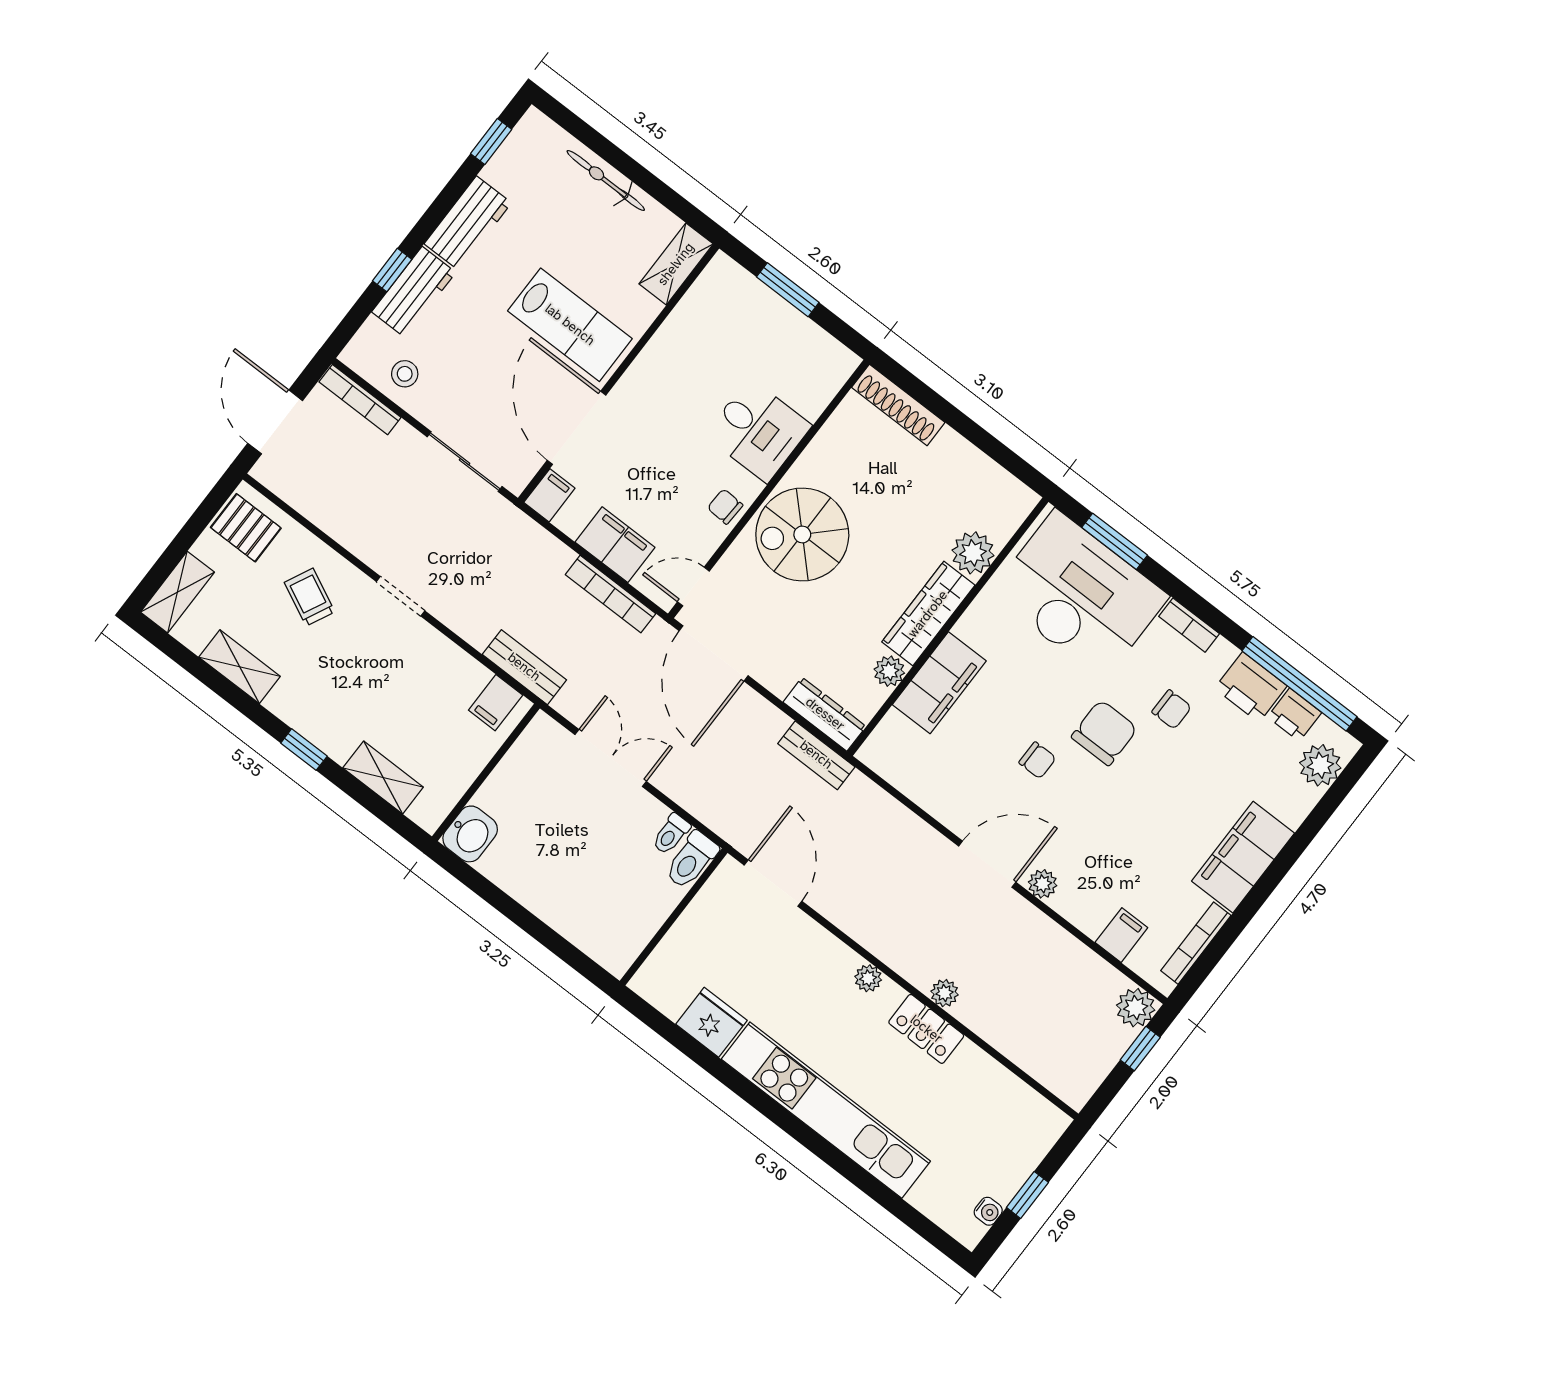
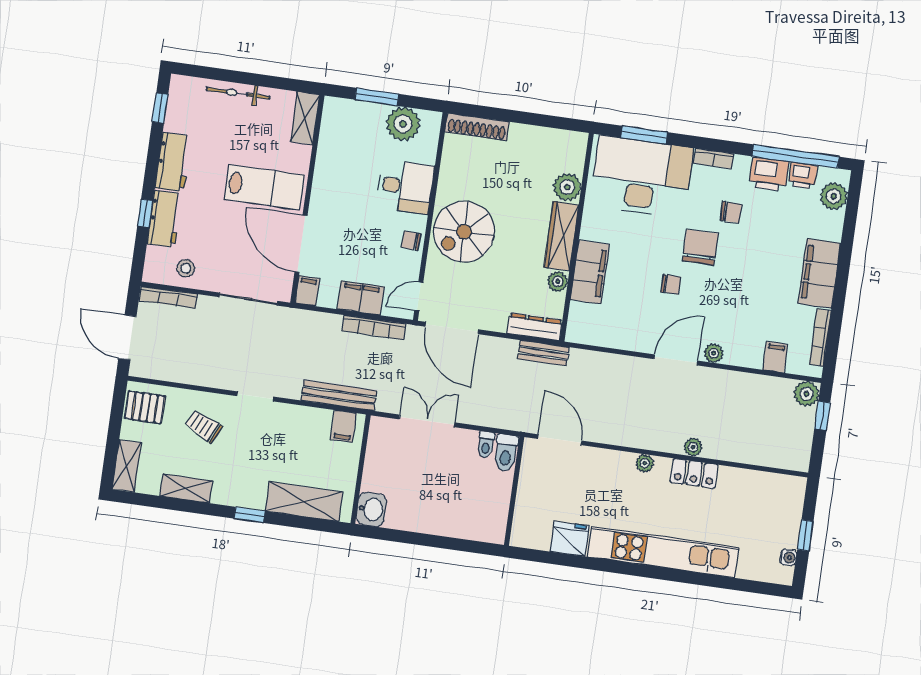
plant: (802, 345) -> (403, 124), added
bench: (524, 667) -> (339, 395), width x1.36
shelving: (383, 777) -> (304, 502), width x1.50, depth x1.33

